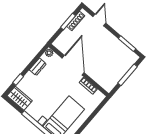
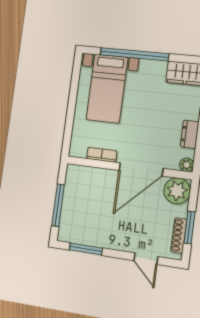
plant: (62, 43) -> (177, 191), added
door: (73, 65) -> (141, 169), hinge flipped

